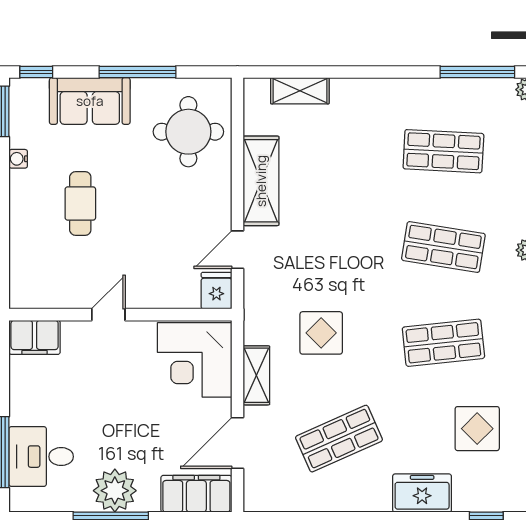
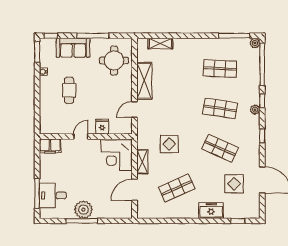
fridge: (216, 291) -> (102, 127), moved
shop shelf: (443, 343) -> (220, 148), turned 30
filing cabinet: (196, 494) -> (117, 211), removed

